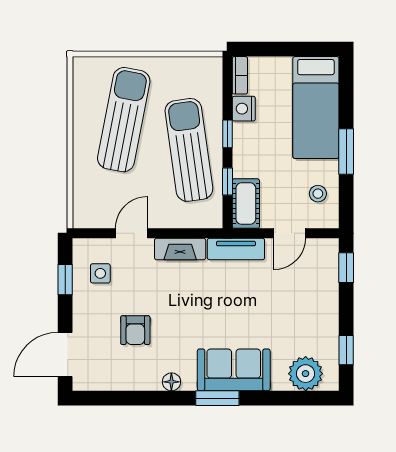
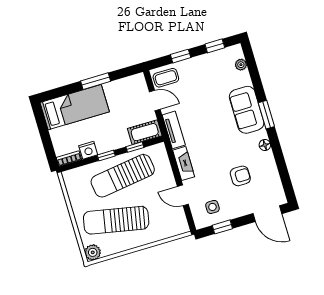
plant: (85, 69) -> (93, 252), added
stool: (318, 194) -> (126, 91), removed
coffee table: (320, 261) -> (166, 78), added
window: (346, 268) -> (181, 56), moved
plant: (306, 374) -> (241, 65), width x0.53, depth x0.53

